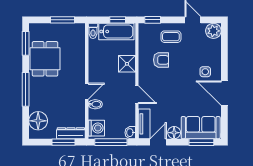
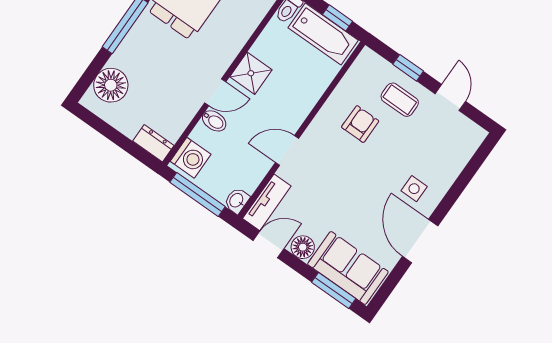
window: (153, 20) -> (408, 68), moved
plant: (213, 31) -> (470, 136), removed
armchair: (161, 60) -> (360, 124), turned -90
shower: (127, 64) -> (251, 73), moved
door: (137, 95) -> (287, 151), swing flipped
dresser: (71, 133) -> (153, 143), width x0.70
window: (64, 142) -> (126, 144), removed

